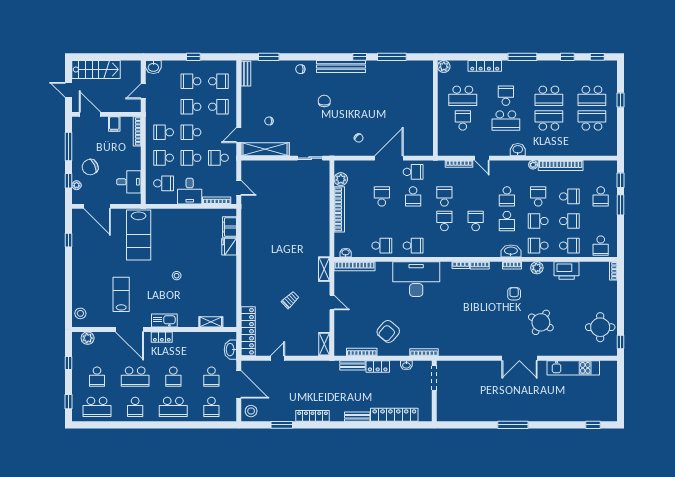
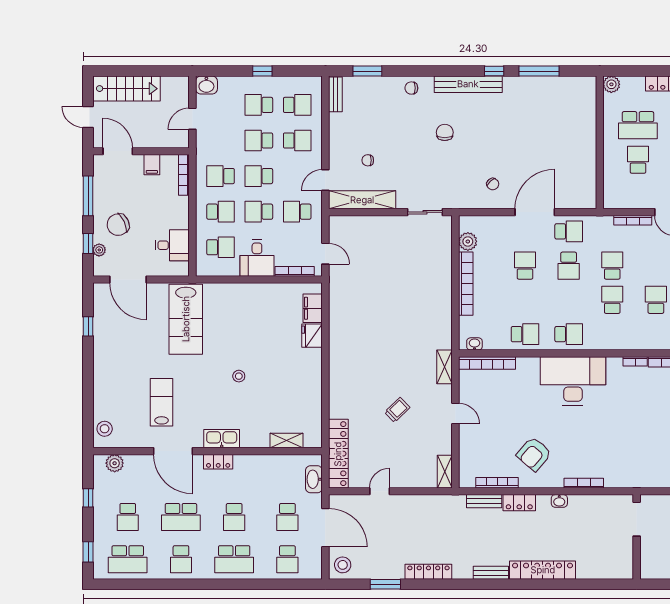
school desk: (164, 158) -> (221, 212), turned 180
doorway: (434, 378) -> (637, 519), moved
wall: (434, 391) -> (637, 537), moved

